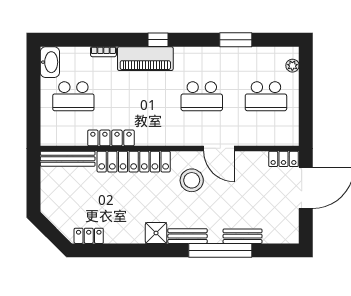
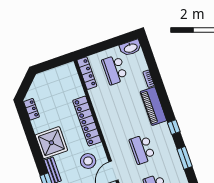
window: (158, 40) -> (174, 127), moved
locker: (111, 138) -> (87, 73), moved
bench: (68, 159) -> (75, 80), removed
shower: (156, 233) -> (51, 143), width x1.86, depth x1.86

